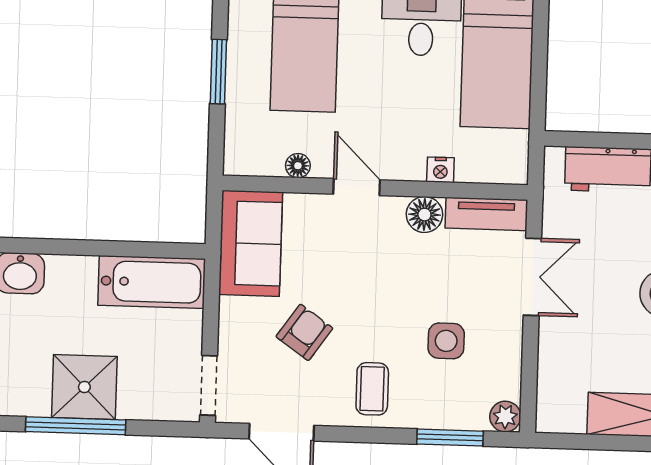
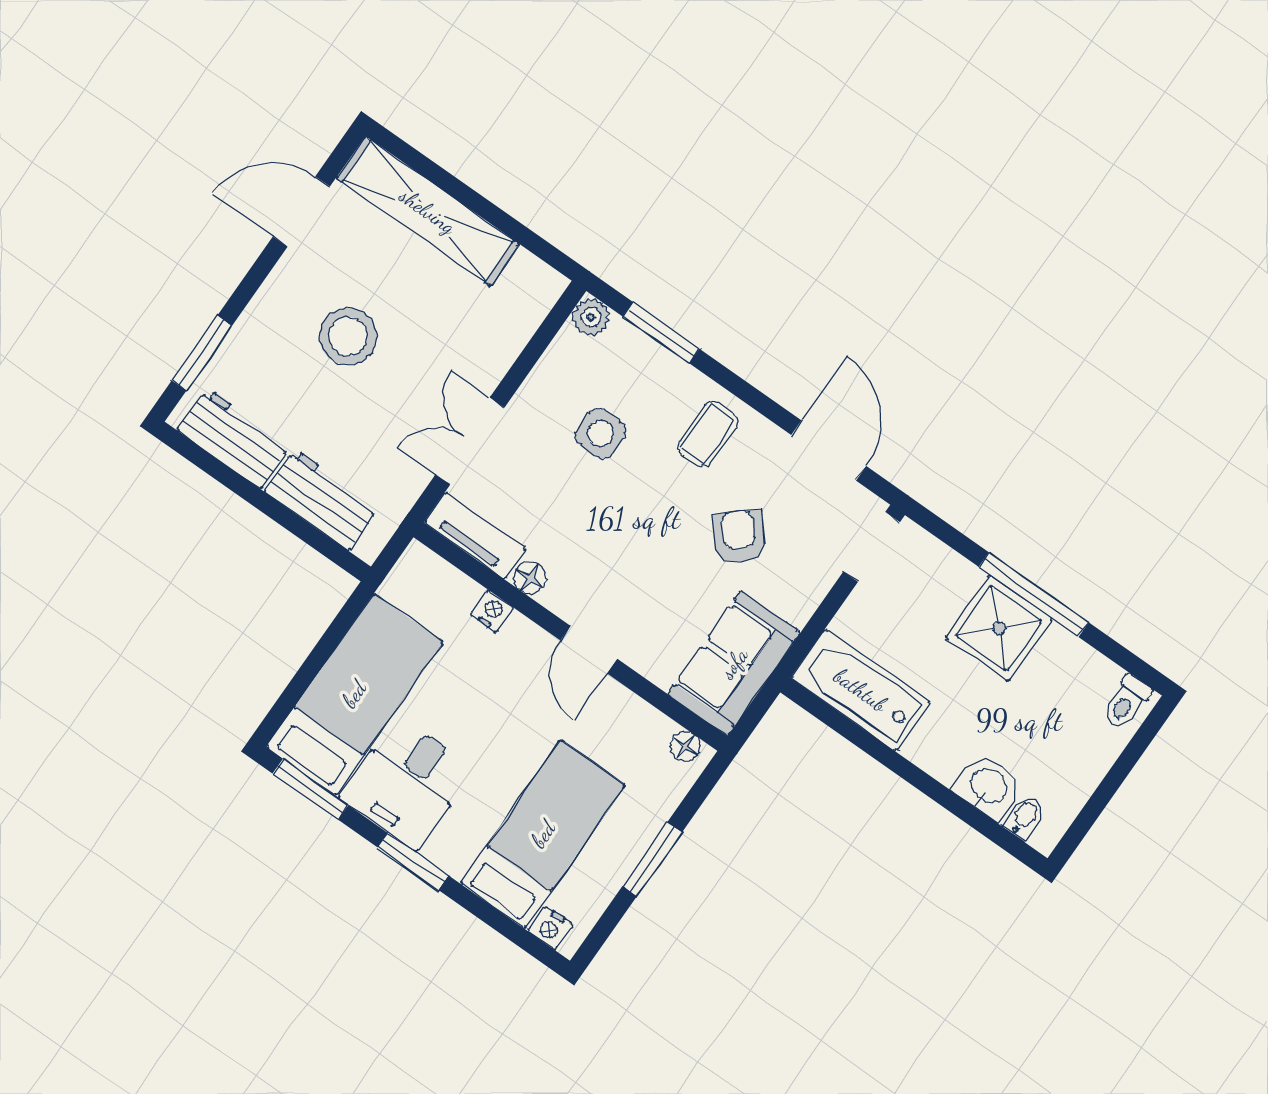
floor lamp: (298, 166) -> (685, 746), moved
floor lamp: (424, 215) -> (530, 578), width x0.73, depth x0.73
armchair: (304, 332) -> (739, 537), turned 104

